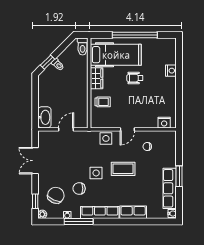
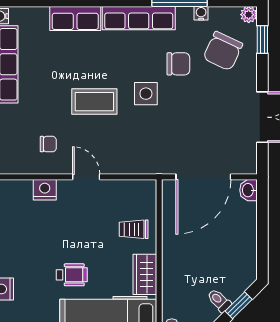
washbasin: (44, 117) -> (248, 190), width x0.52, depth x0.69
nightstand: (164, 123) -> (45, 190), moved
door: (66, 129) -> (203, 177), width x1.88
door: (127, 129) -> (86, 177), hinge flipped
side table: (106, 138) -> (127, 160), removed

